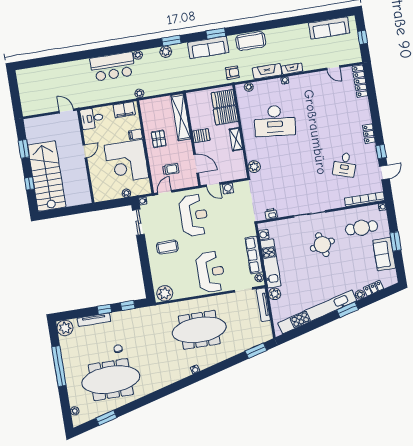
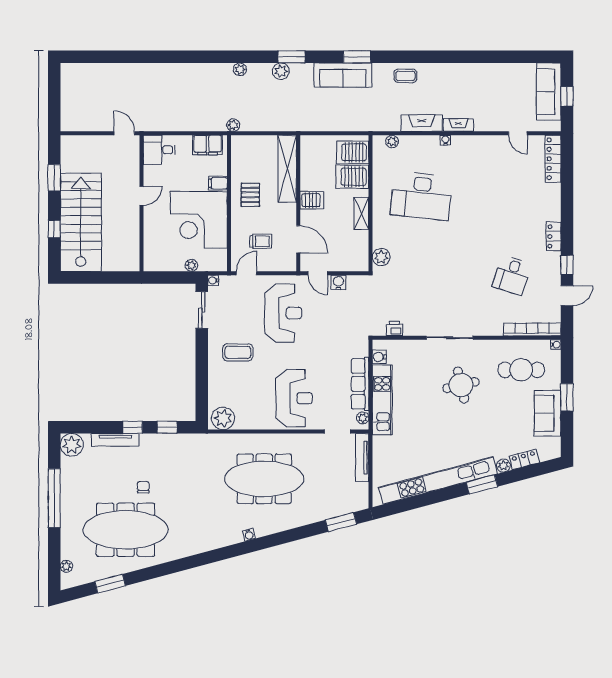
sofa: (329, 28) -> (549, 92), moved, turned 90
coffee table: (251, 41) -> (405, 76), width x0.54, depth x0.58
bar counter: (113, 67) -> (201, 80), removed
armchair: (232, 73) -> (372, 117), removed
plant: (275, 294) -> (381, 445), removed

